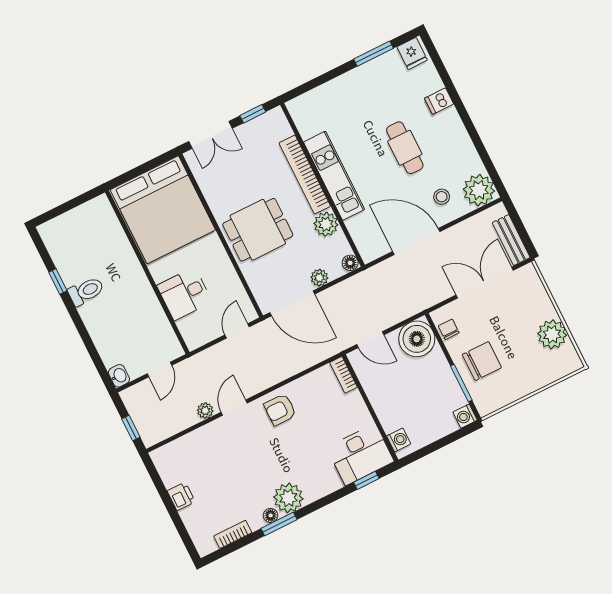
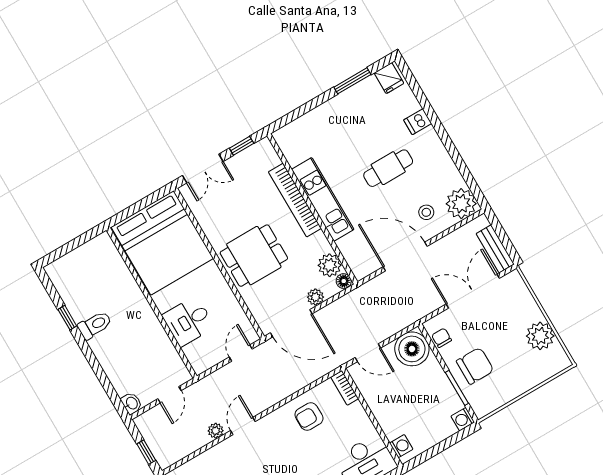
cafe table: (405, 148) -> (388, 168), turned 90
plant: (326, 224) -> (330, 265), moved
armchair: (280, 410) -> (309, 417), moved

